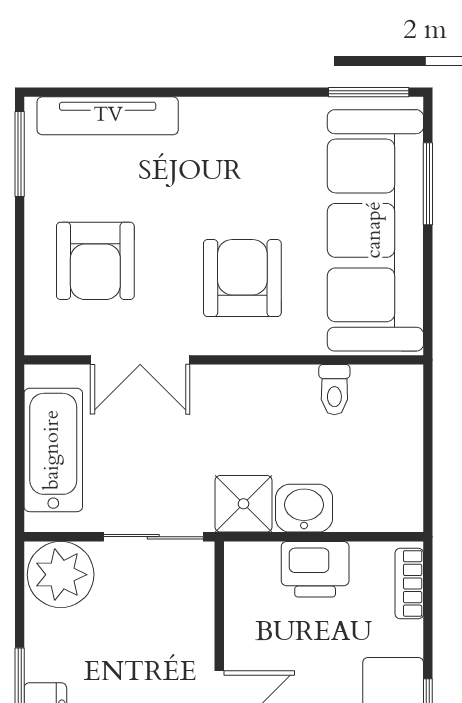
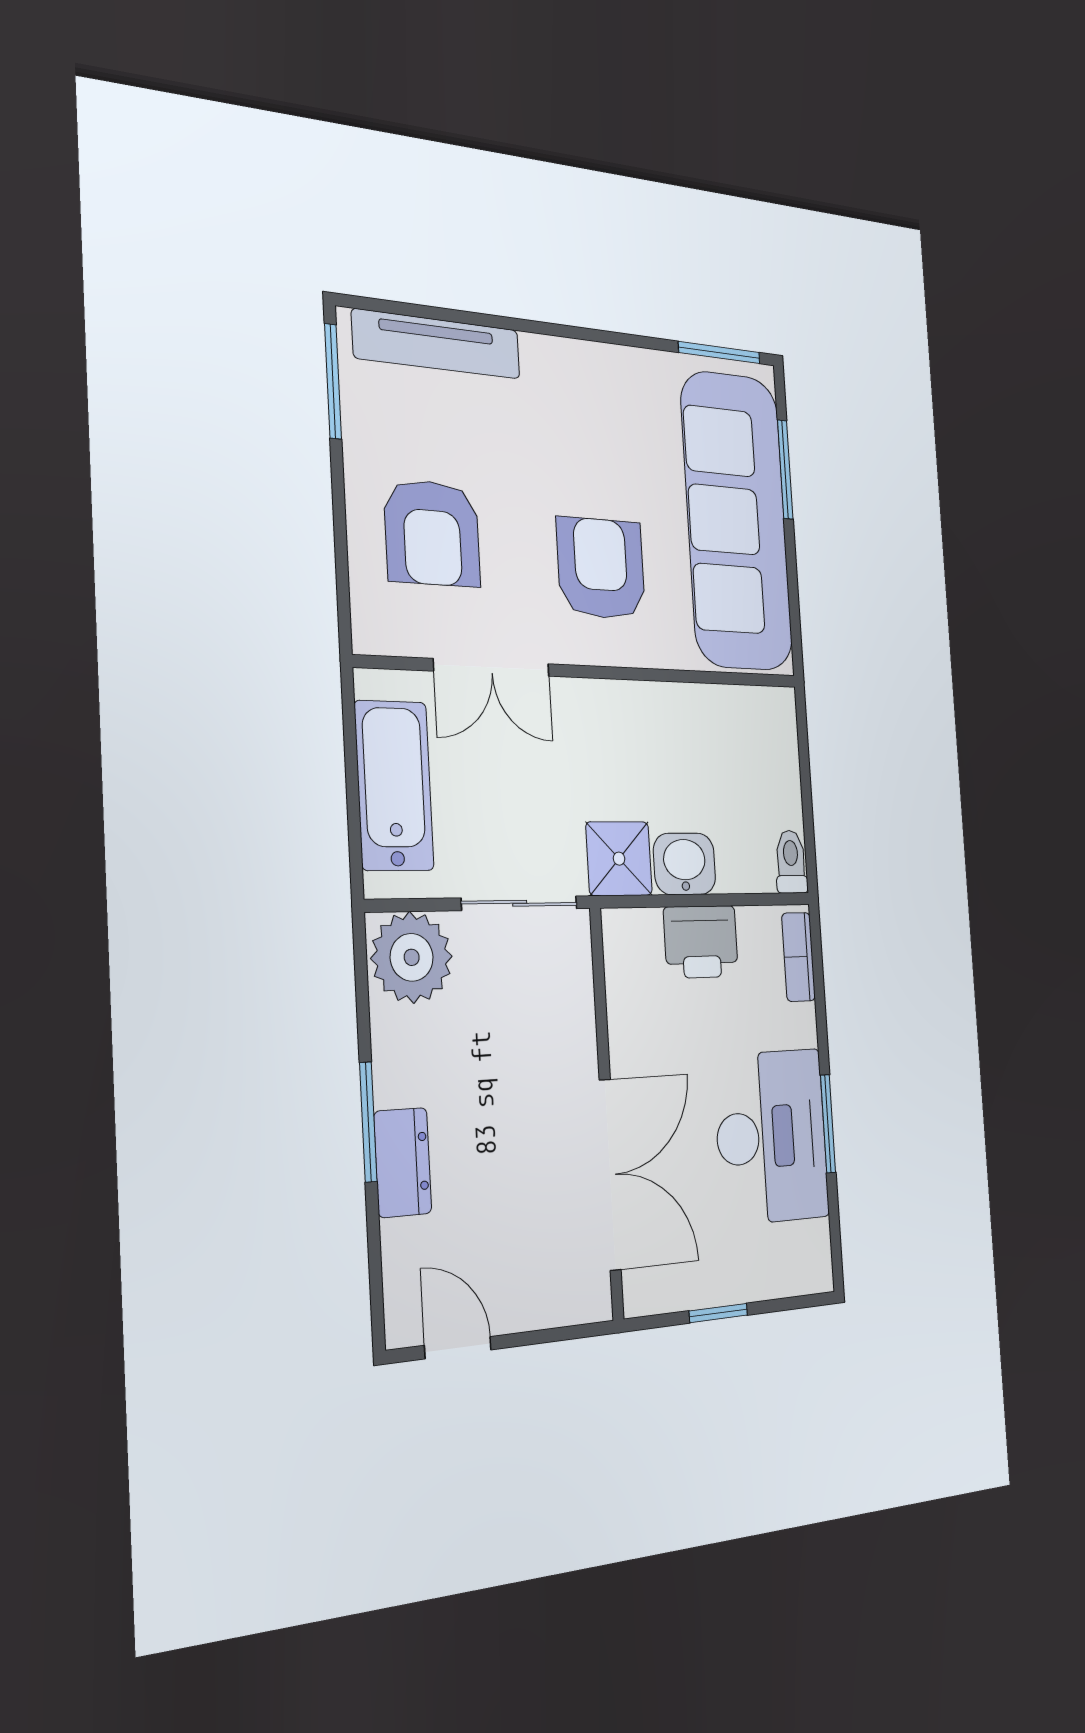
toilet: (334, 390) -> (791, 862), moved, turned 180

